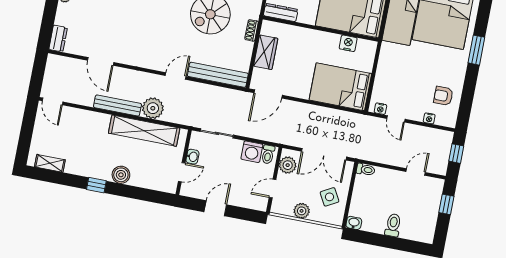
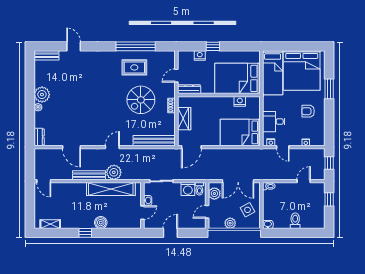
door: (176, 76) -> (112, 147), moved
desk: (390, 81) -> (274, 122), added
armchair: (443, 96) -> (308, 111), moved

